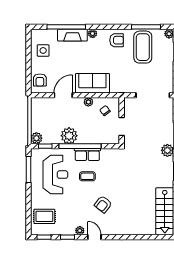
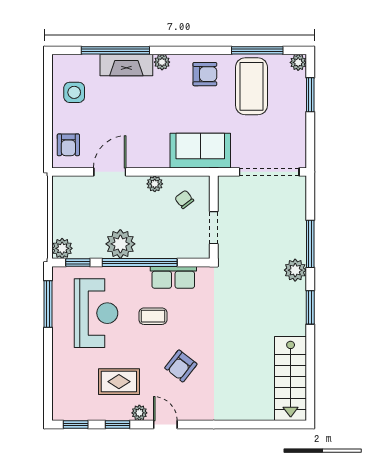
sofa: (92, 83) -> (200, 151), moved
row of seats: (87, 154) -> (173, 277), moved
rug: (44, 216) -> (119, 382), moved

